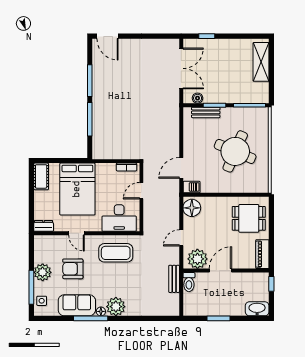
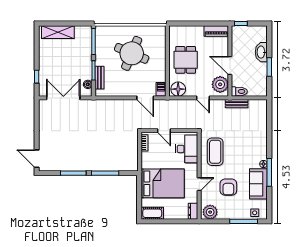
door: (107, 36) -> (37, 159), swing flipped
dining table: (249, 218) -> (186, 60), moved
plant: (43, 272) -> (210, 212), moved
plant: (116, 307) -> (259, 152), removed
washbasin: (257, 309) -> (261, 52), moved

